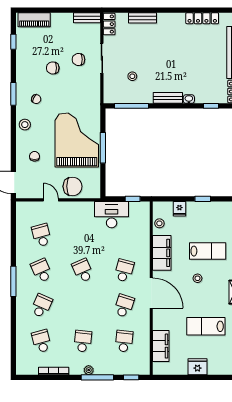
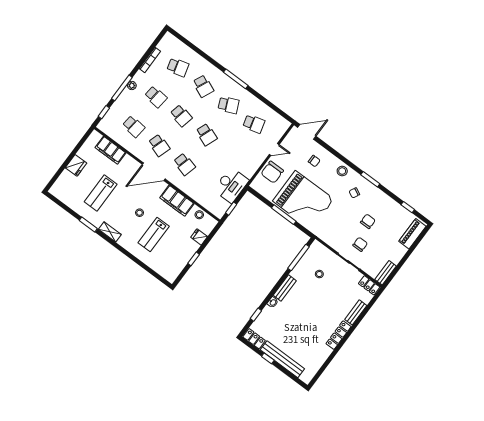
locker: (202, 18) -> (339, 335), moved
school desk: (83, 271) -> (206, 135), turned 45
school desk: (83, 306) -> (181, 116), added
lab bench: (206, 326) -> (101, 193), turned 180

